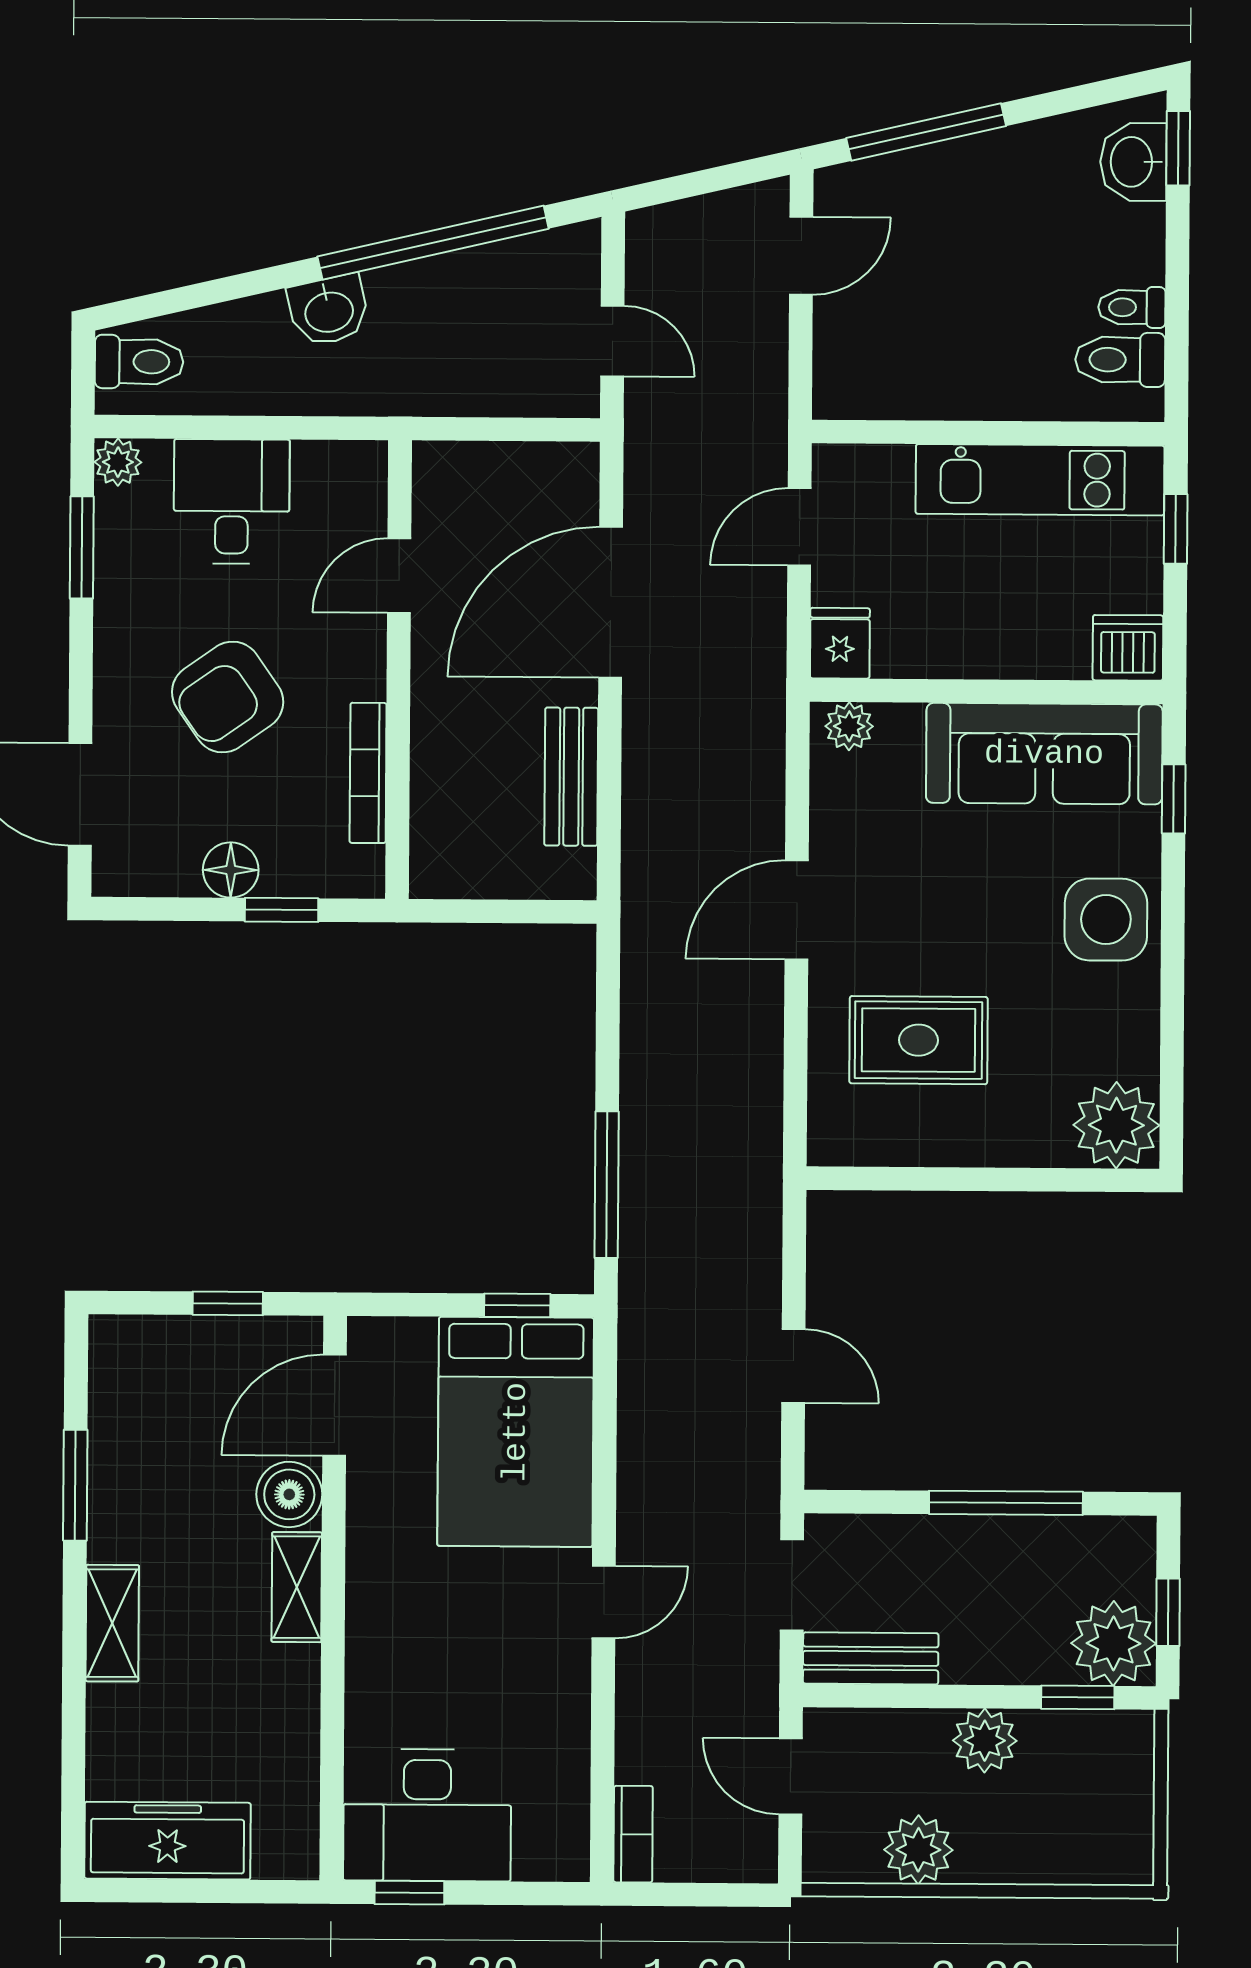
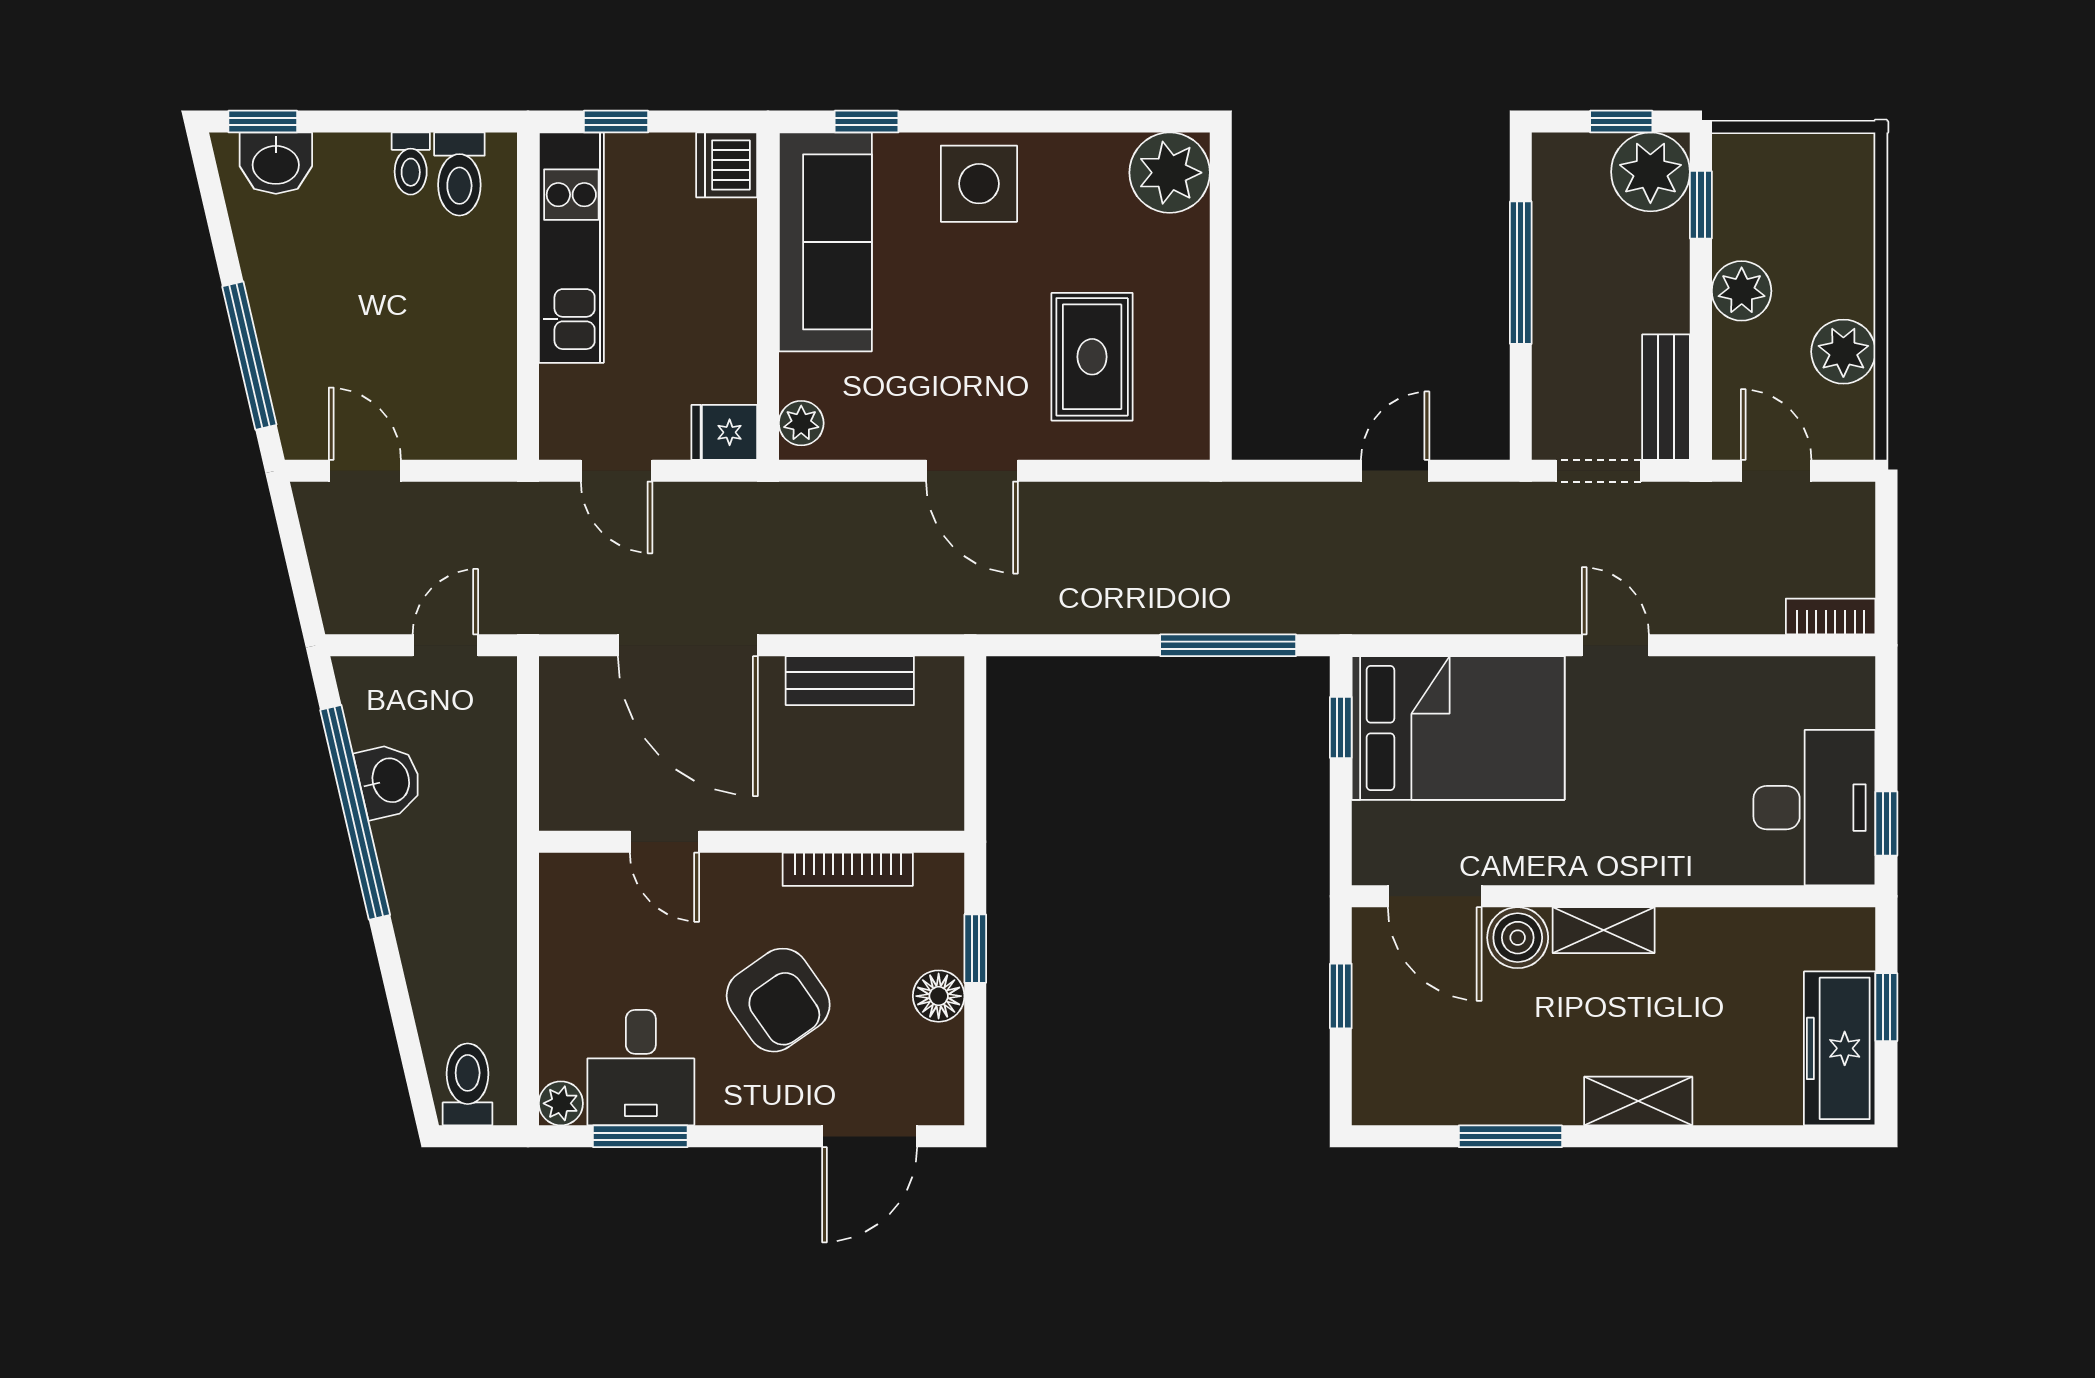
washbasin: (329, 310) -> (389, 781), moved
desk: (232, 501) -> (641, 1068), moved, turned -90
door: (791, 1776) -> (1776, 471), swing flipped
window: (212, 1891) -> (1886, 1007), added

